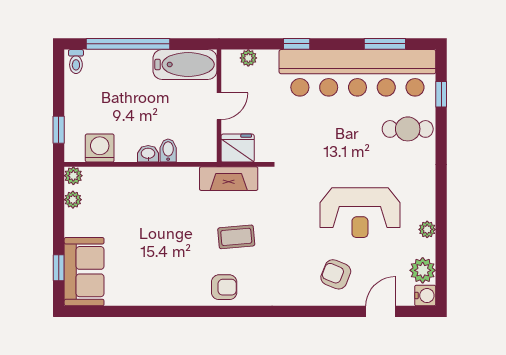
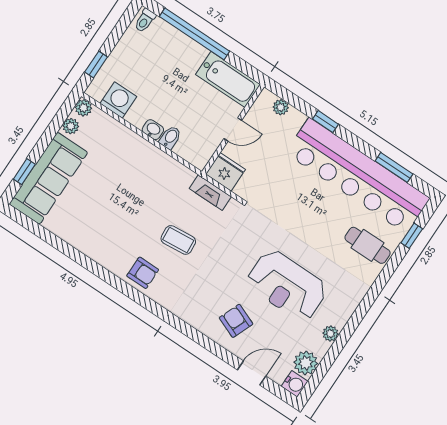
fireplace: (229, 179) -> (210, 193), width x0.73, depth x0.76
sofa: (84, 272) -> (48, 178), width x1.36

